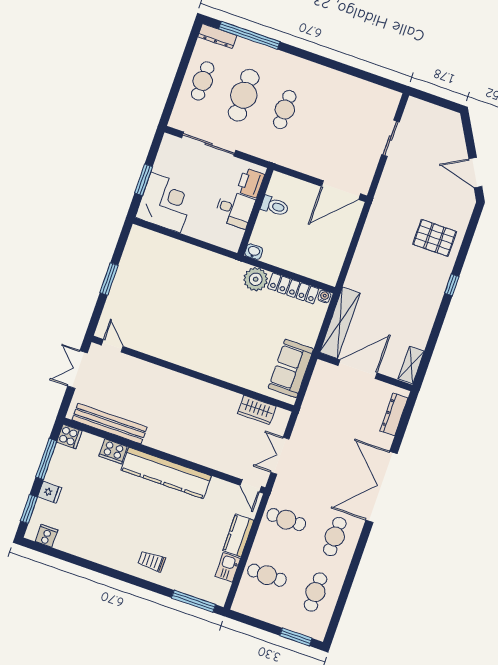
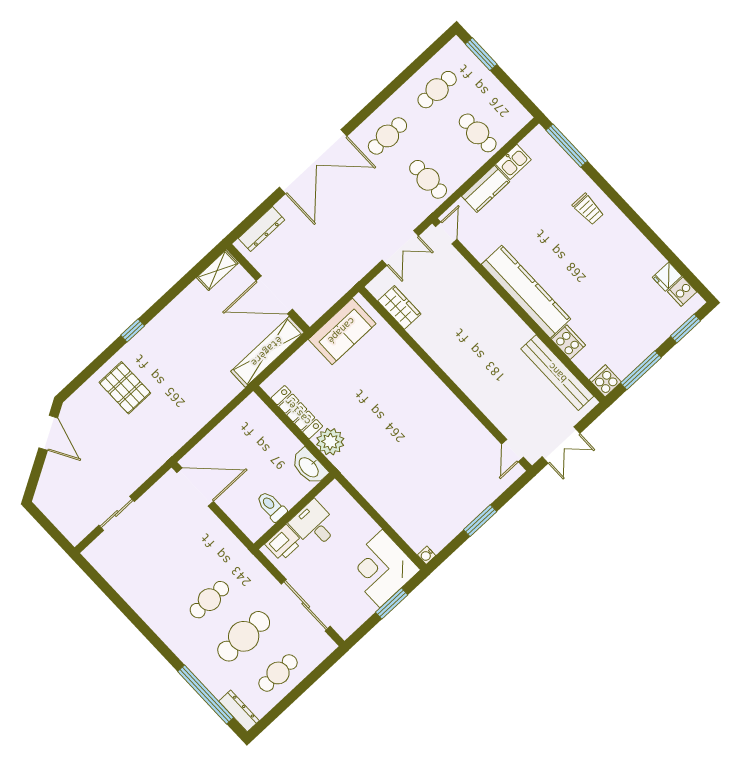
washbasin: (254, 252) -> (309, 467), width x1.91, depth x1.45
water cooler: (324, 296) -> (427, 555), moved
fridge: (50, 492) -> (667, 277), moved, turned -90

